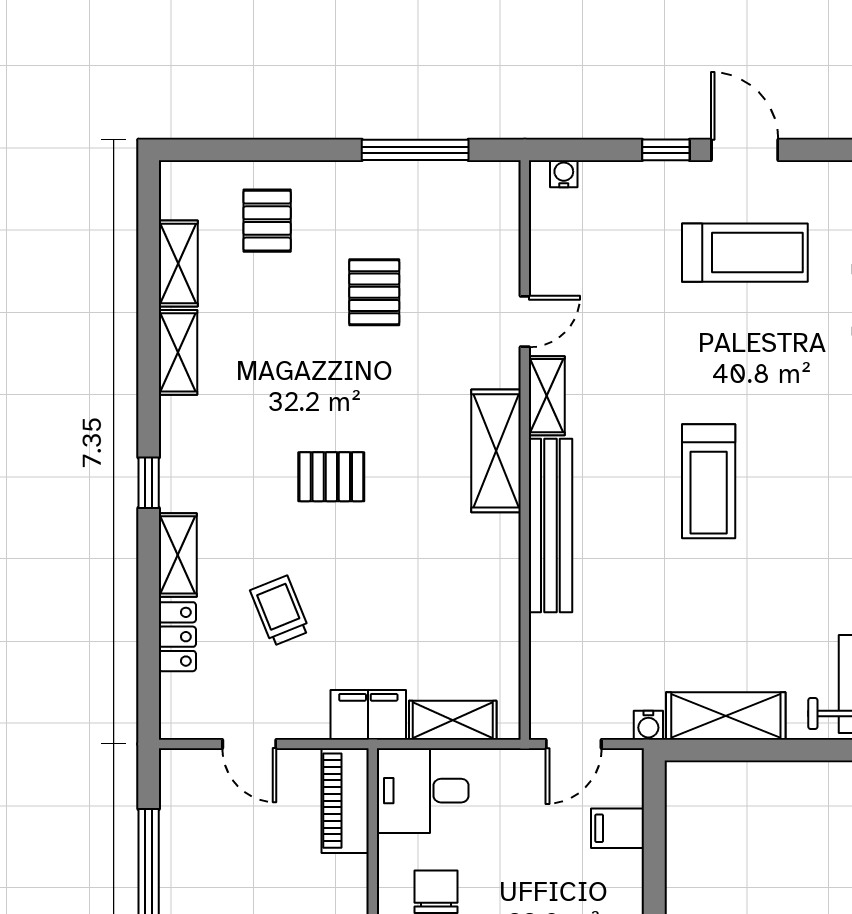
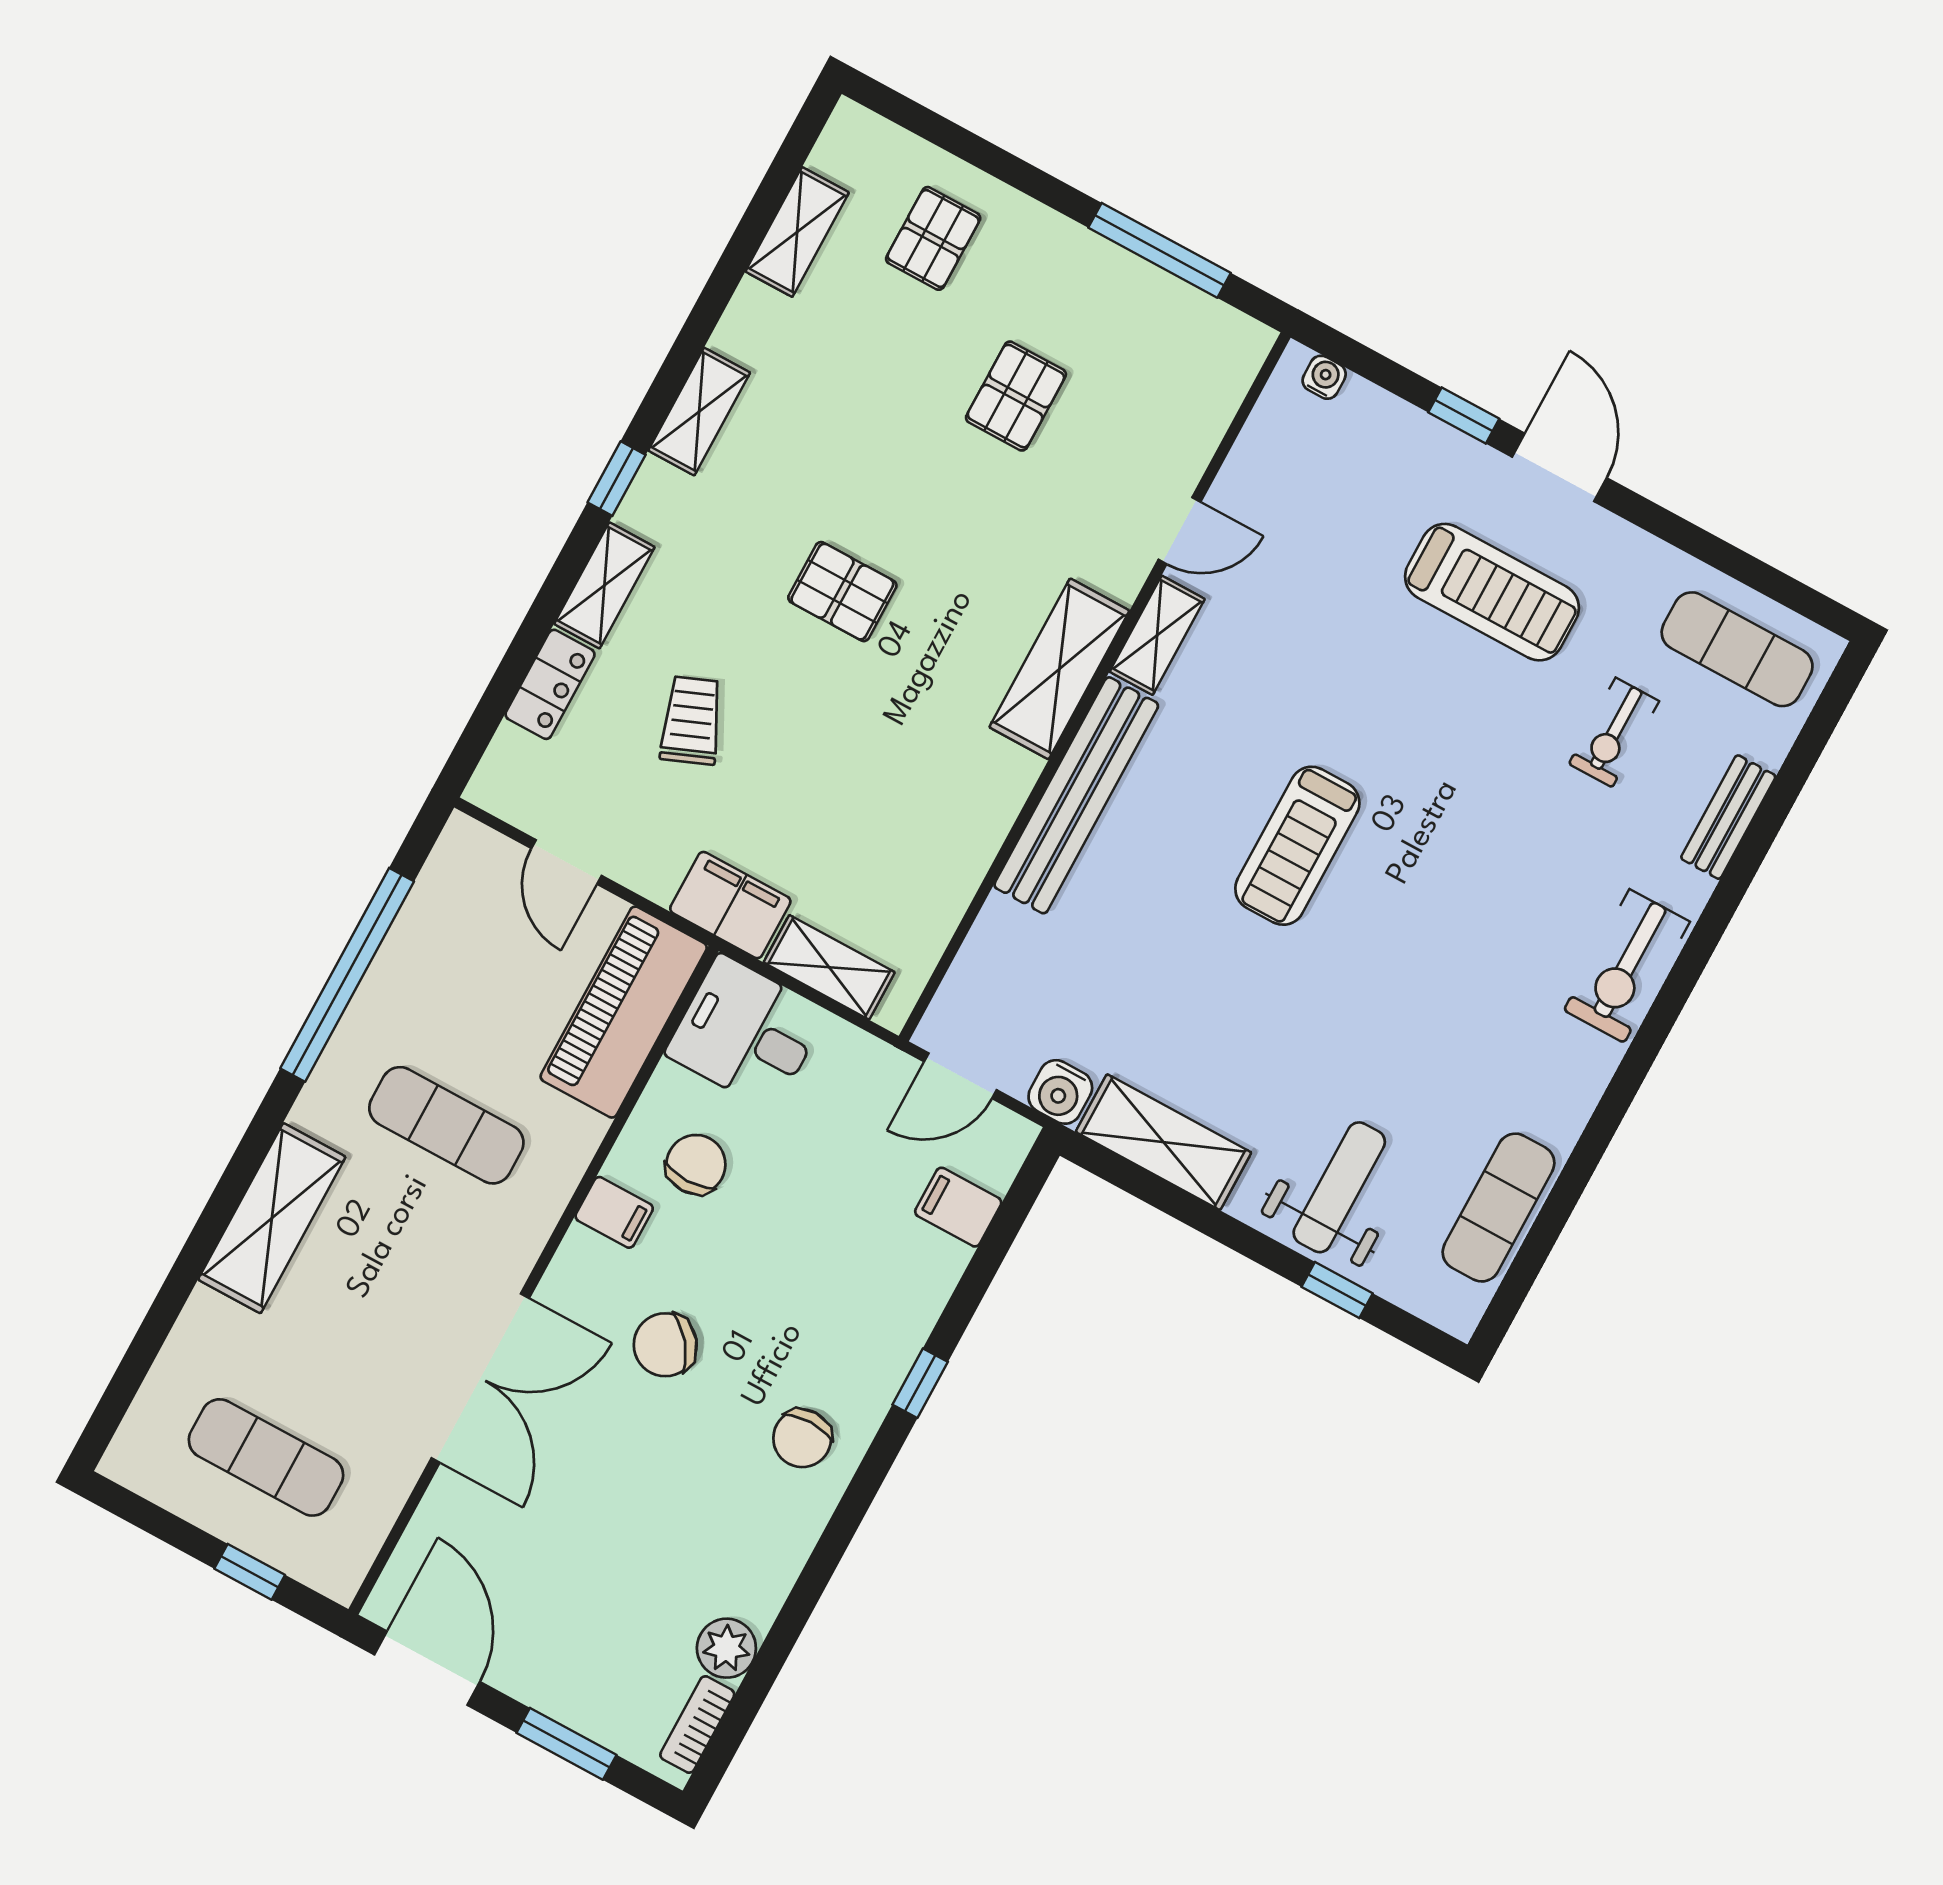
shelving: (178, 352) -> (699, 412), moved
water cooler: (648, 725) -> (1060, 1092), width x1.38, depth x1.38
piano: (345, 801) -> (624, 1012), width x1.37, depth x1.33

